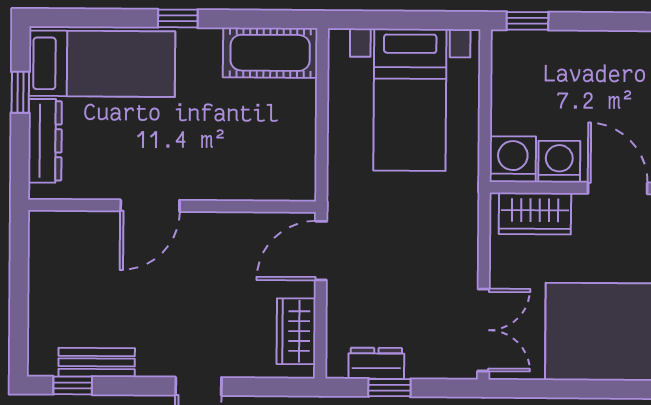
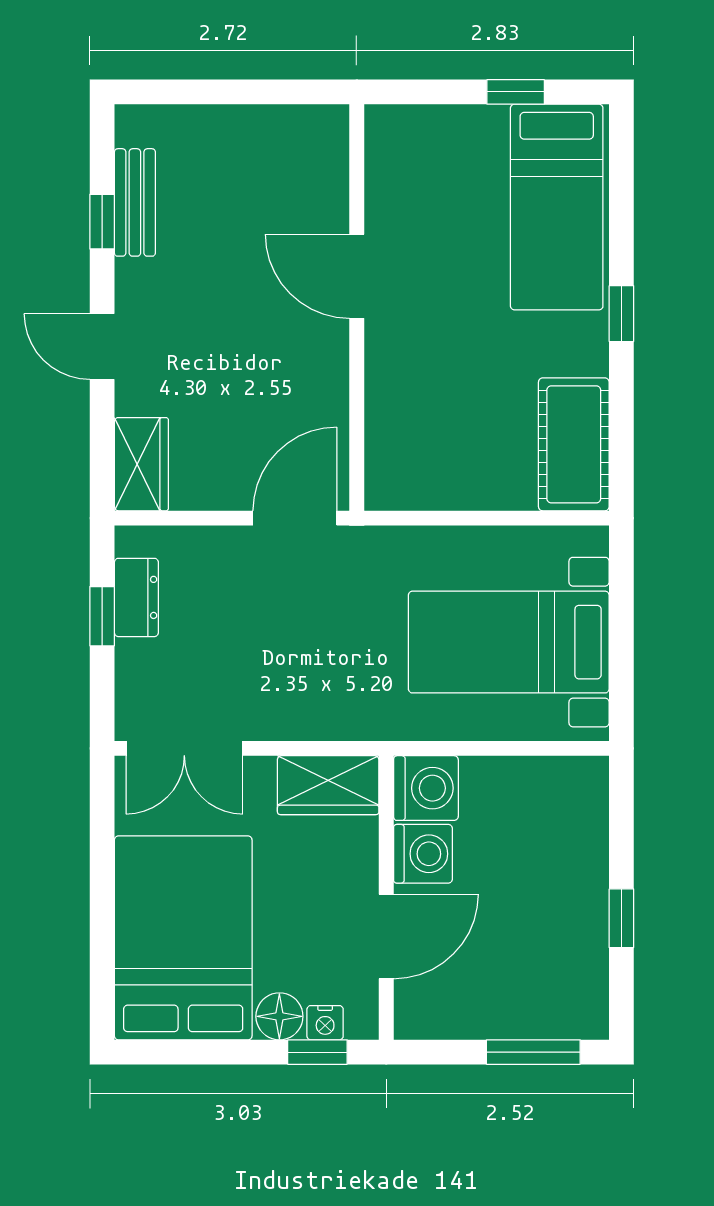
window: (527, 21) -> (621, 918), moved
dresser: (45, 141) -> (447, 127), removed
wardrobe: (535, 214) -> (328, 785), moved, turned -90
door: (321, 251) -> (295, 518), hinge flipped
wardrobe: (296, 331) -> (141, 464), moved, turned 90
window: (73, 385) -> (102, 222), moved

